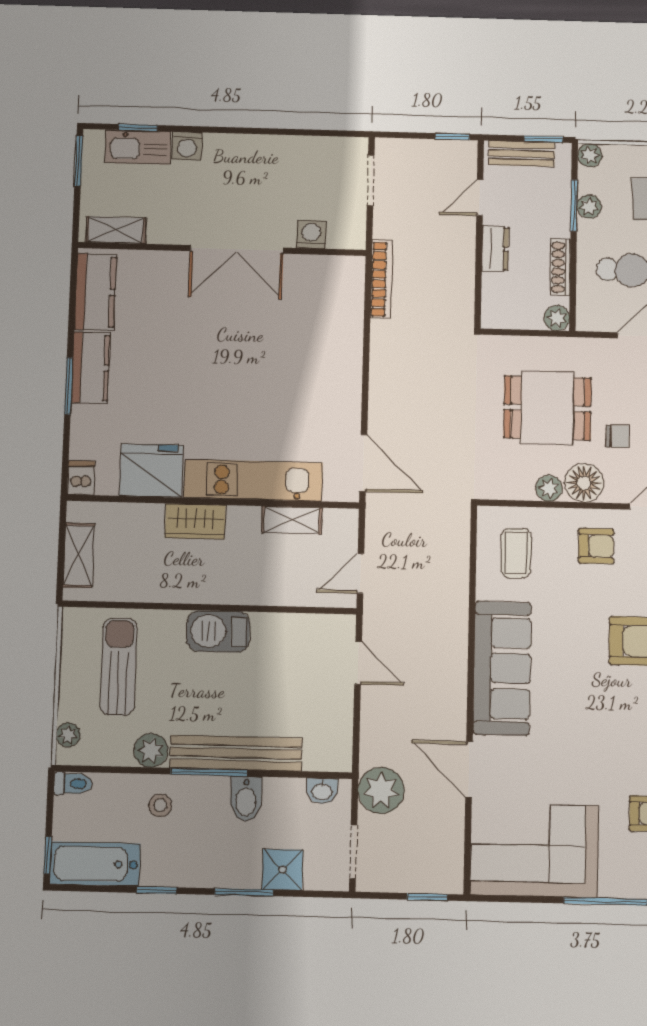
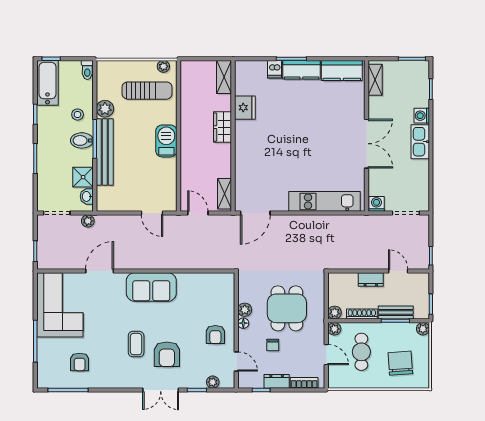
kitchen sink: (138, 147) -> (420, 142), moved
bench: (522, 154) -> (396, 313), moved, turned 90
plant: (589, 207) -> (334, 329), moved
washing machine: (311, 234) -> (376, 204), moved, turned -90
double door: (237, 249) -> (367, 144), swing flipped
bookcase: (381, 279) -> (353, 220), removed
fridge: (151, 471) -> (245, 108), width x0.73, depth x0.75
dishwasher: (81, 478) -> (275, 69), moved, turned 90
kitchen unit: (253, 480) -> (324, 201), moved, turned -90
floor lamp: (584, 483) -> (243, 323), width x0.53, depth x0.53
shelving: (292, 520) -> (225, 194), moved
coffee table: (516, 553) -> (136, 344), moved, turned 90
shelving: (79, 555) -> (224, 77), moved, turned 90
door: (358, 663) -> (152, 213), hinge flipped
sofa: (502, 668) -> (151, 287), width x0.73
plant: (68, 735) -> (163, 66), moved
plant: (381, 790) -> (88, 221), width x0.53, depth x0.53
bidet: (246, 799) -> (82, 140), moved
shower: (283, 870) -> (83, 177), moved

